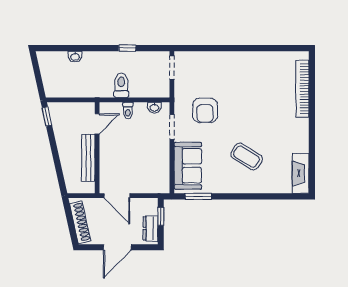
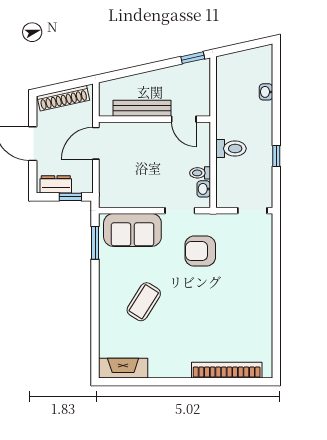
toilet: (128, 110) -> (200, 173), moved

